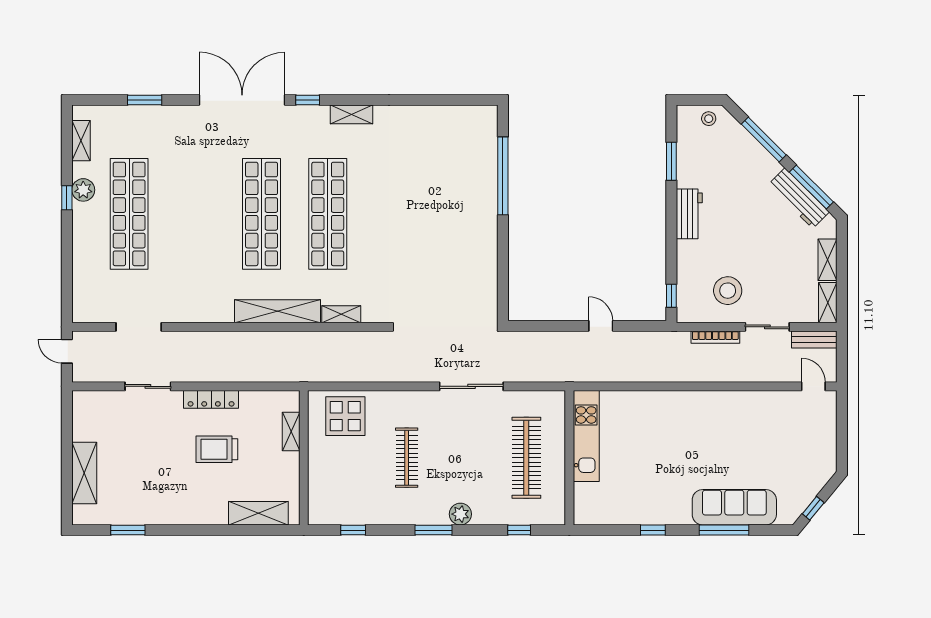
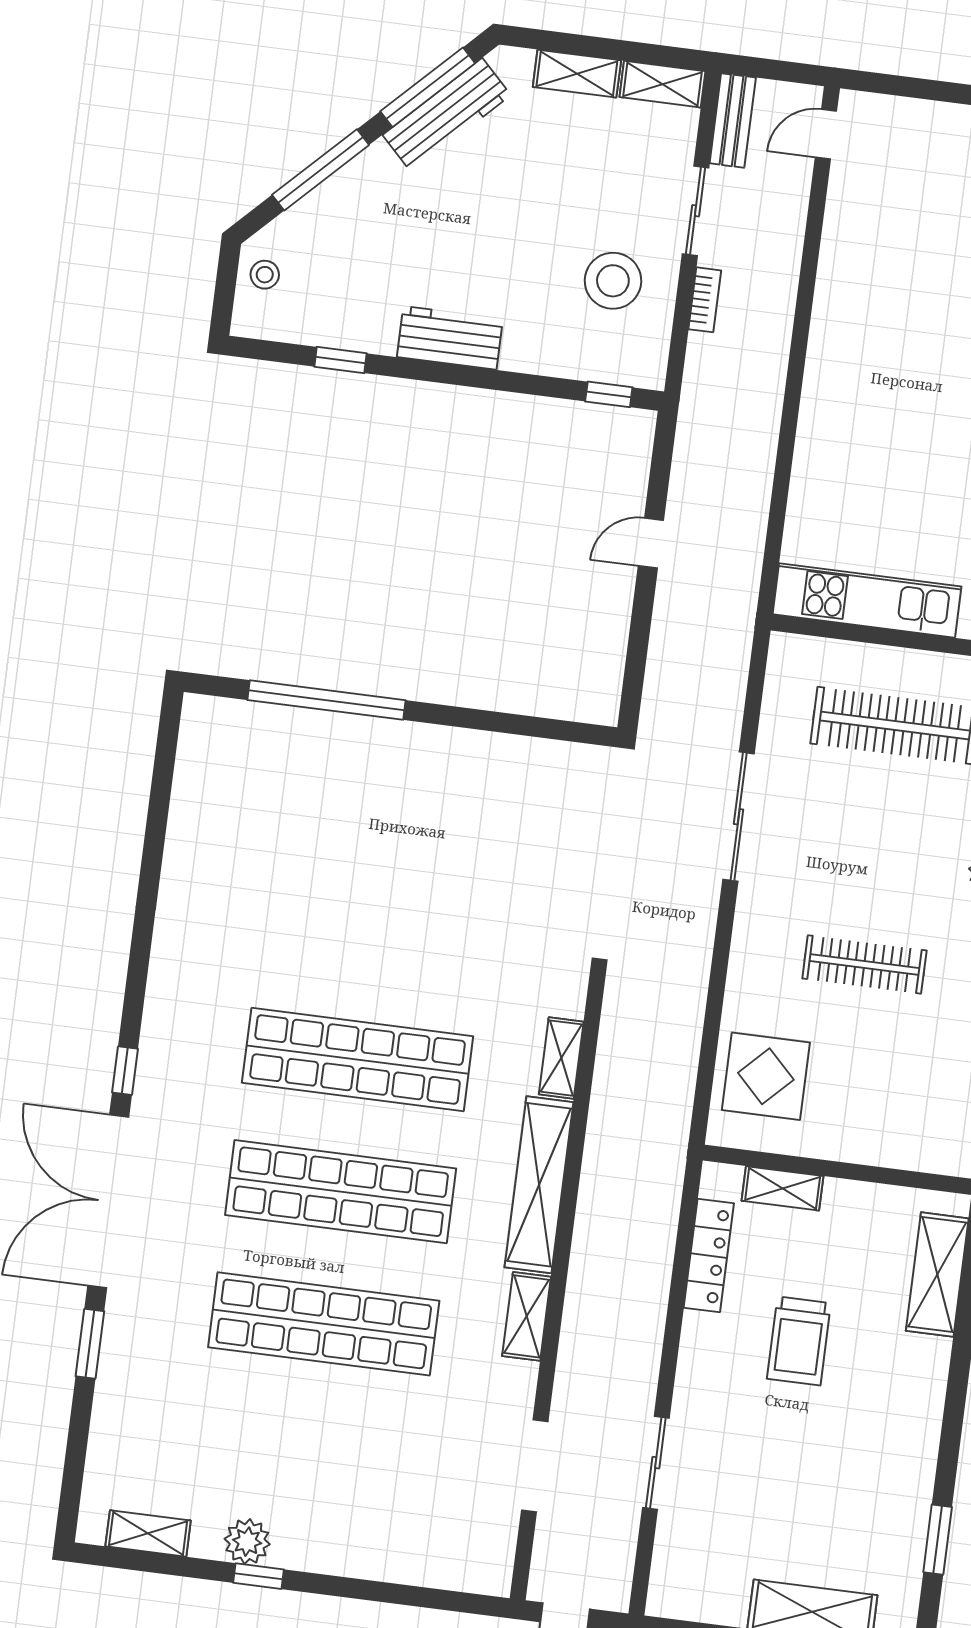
window: (145, 100) -> (90, 1344), moved
shelving: (351, 114) -> (527, 1316), moved
window: (671, 161) -> (340, 360), width x0.67
shop shelf: (129, 214) -> (324, 1324), moved
bookcase: (715, 337) -> (705, 300), width x0.64
locker: (211, 399) -> (709, 1255), moved

